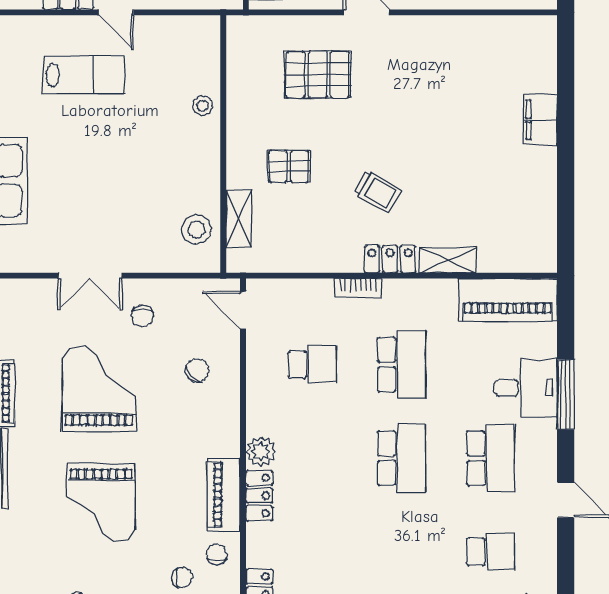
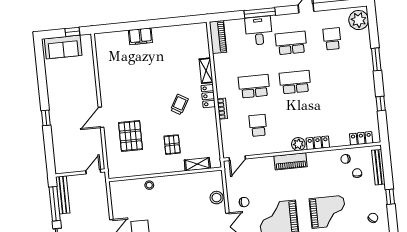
stool: (196, 230) -> (217, 198), moved
piano: (508, 300) -> (218, 37), width x0.73, depth x0.75
chair: (197, 370) -> (266, 176), removed
piano: (224, 495) -> (291, 161), moved

